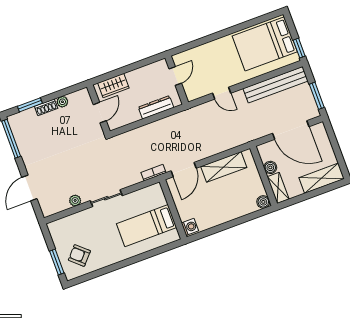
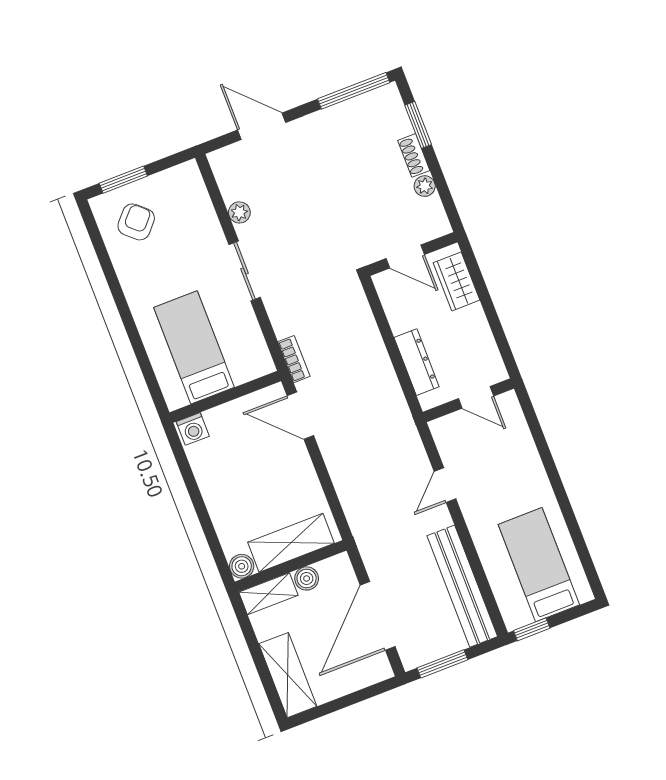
bed: (265, 44) -> (539, 565), width x0.67
shelving: (224, 167) -> (291, 543), moved, turned 90

